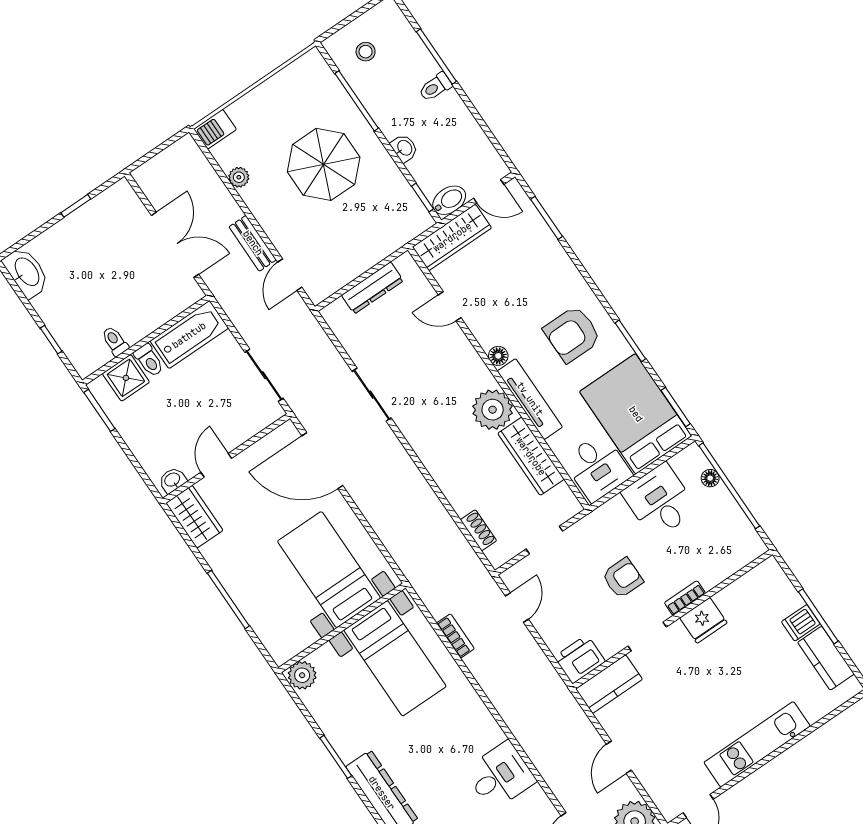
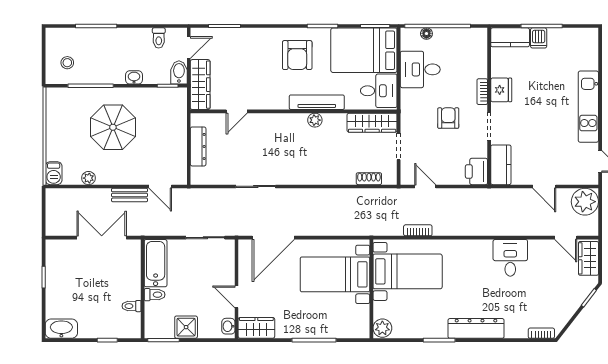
toilet: (435, 87) -> (159, 38), moved
floor lamp: (498, 356) -> (282, 103), removed
shower: (126, 378) -> (186, 327), moved
plant: (493, 410) -> (315, 120), width x0.53, depth x0.53
wardrobe: (531, 456) -> (372, 123), moved
kitchen counter: (826, 658) -> (510, 37), moved

